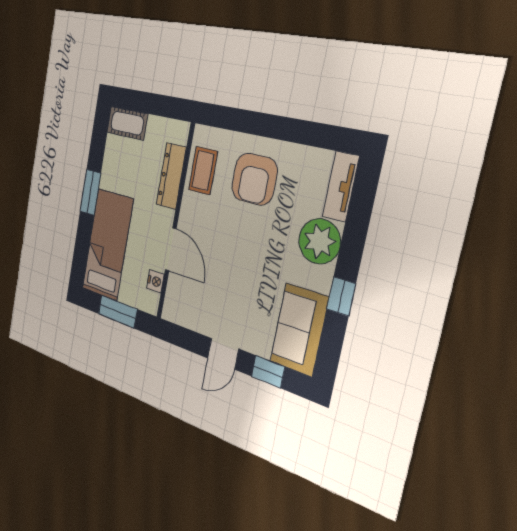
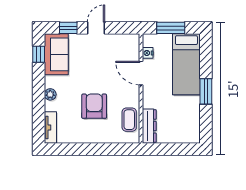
cot: (127, 123) -> (186, 136), removed
dresser: (171, 176) -> (149, 126), moved
armchair: (254, 179) -> (94, 106), moved
plant: (319, 241) -> (50, 94), width x0.53, depth x0.53
window: (341, 296) -> (39, 54), moved

